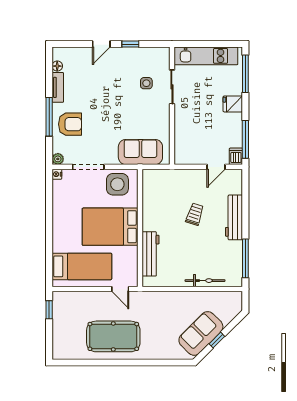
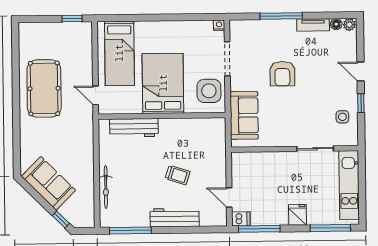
side table: (146, 83) -> (342, 117), moved
armchair: (70, 124) -> (282, 74), moved
plant: (58, 159) -> (349, 25), moved
door: (120, 289) -> (96, 95), hinge flipped
window: (217, 340) -> (61, 220), moved

